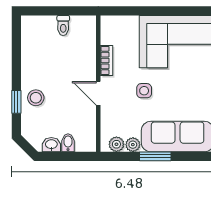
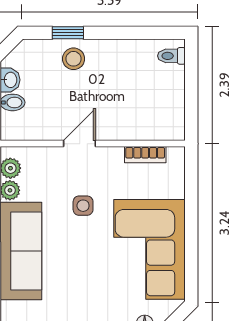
toilet: (63, 26) -> (171, 56), moved
bookcase: (107, 61) -> (145, 155), moved

